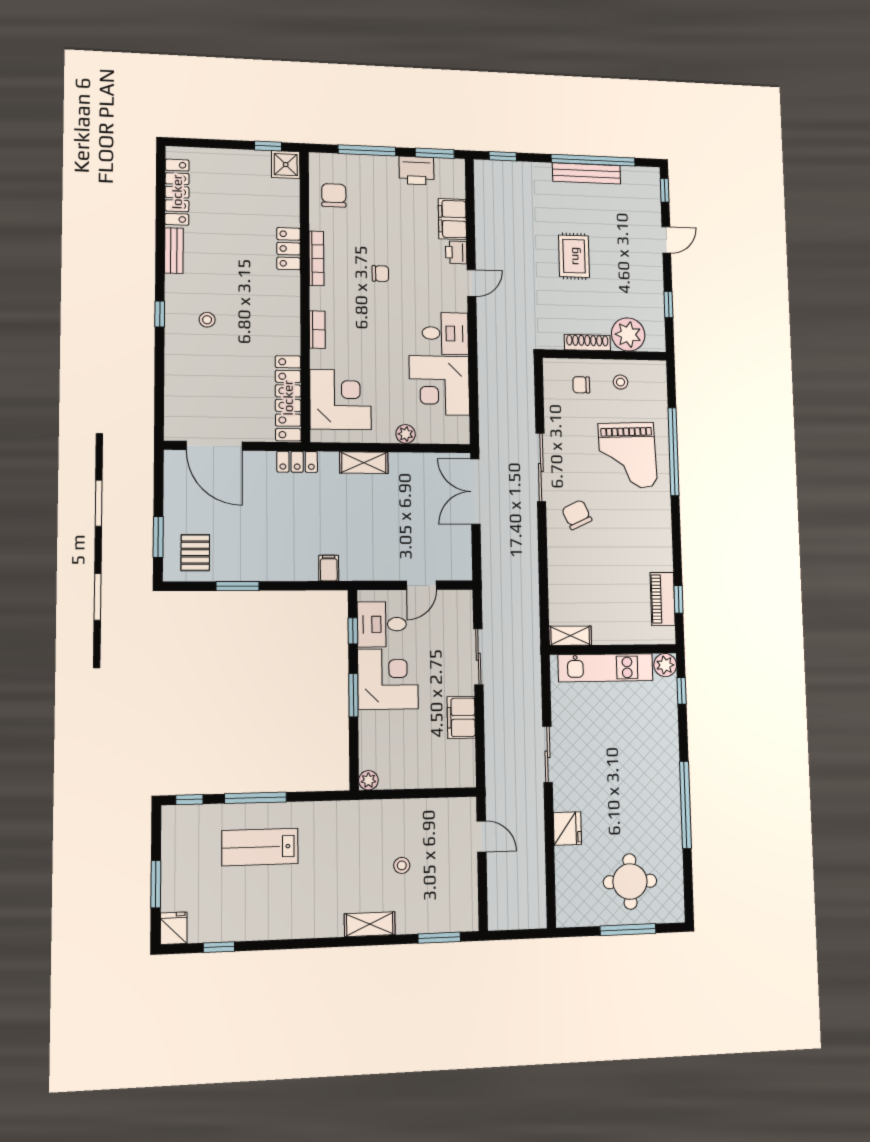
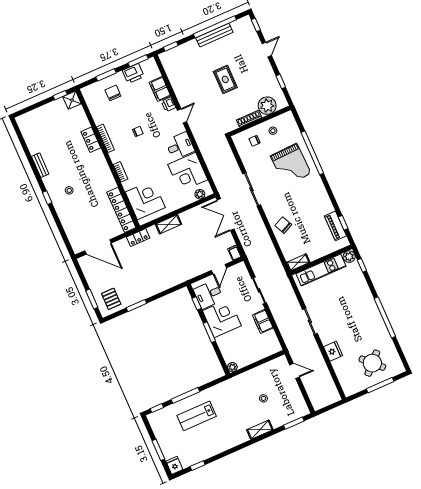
window: (367, 150) -> (106, 75), width x0.69
locker: (177, 192) -> (29, 137), removed
chair: (334, 195) -> (113, 93), moved
plant: (406, 434) -> (200, 194), moved
chair: (577, 515) -> (283, 225), moved
filing cabinet: (329, 568) -> (235, 253), moved
round table: (630, 882) -> (372, 363), turned 45

